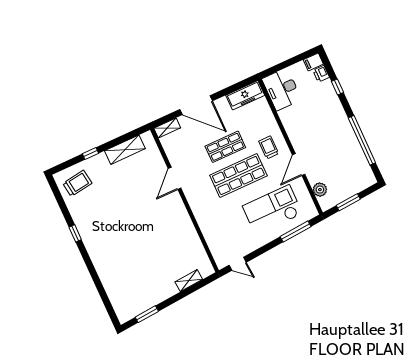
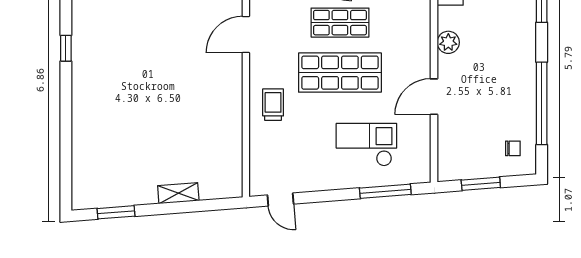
trolley: (269, 147) -> (273, 105), moved
chair: (357, 174) -> (513, 148), added
plant: (320, 190) -> (448, 42), moved
checkout: (272, 210) -> (366, 145), width x0.73, depth x0.83
shelving: (189, 281) -> (178, 193), moved

